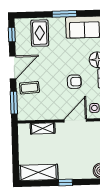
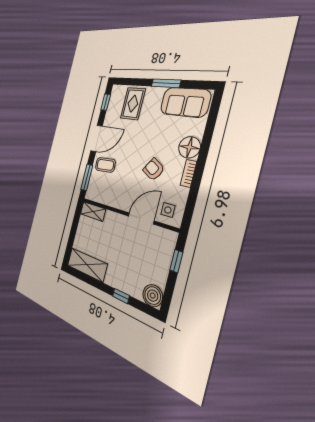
armchair: (74, 82) -> (154, 169), turned -148
shelving: (43, 128) -> (93, 211), moved
window: (65, 182) -> (121, 296), moved

